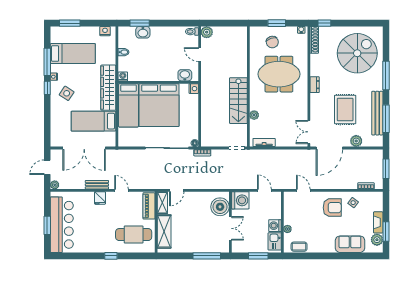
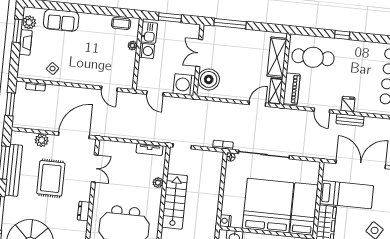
double door: (309, 132) -> (95, 168), moved
armchair: (332, 208) -> (78, 65), removed

